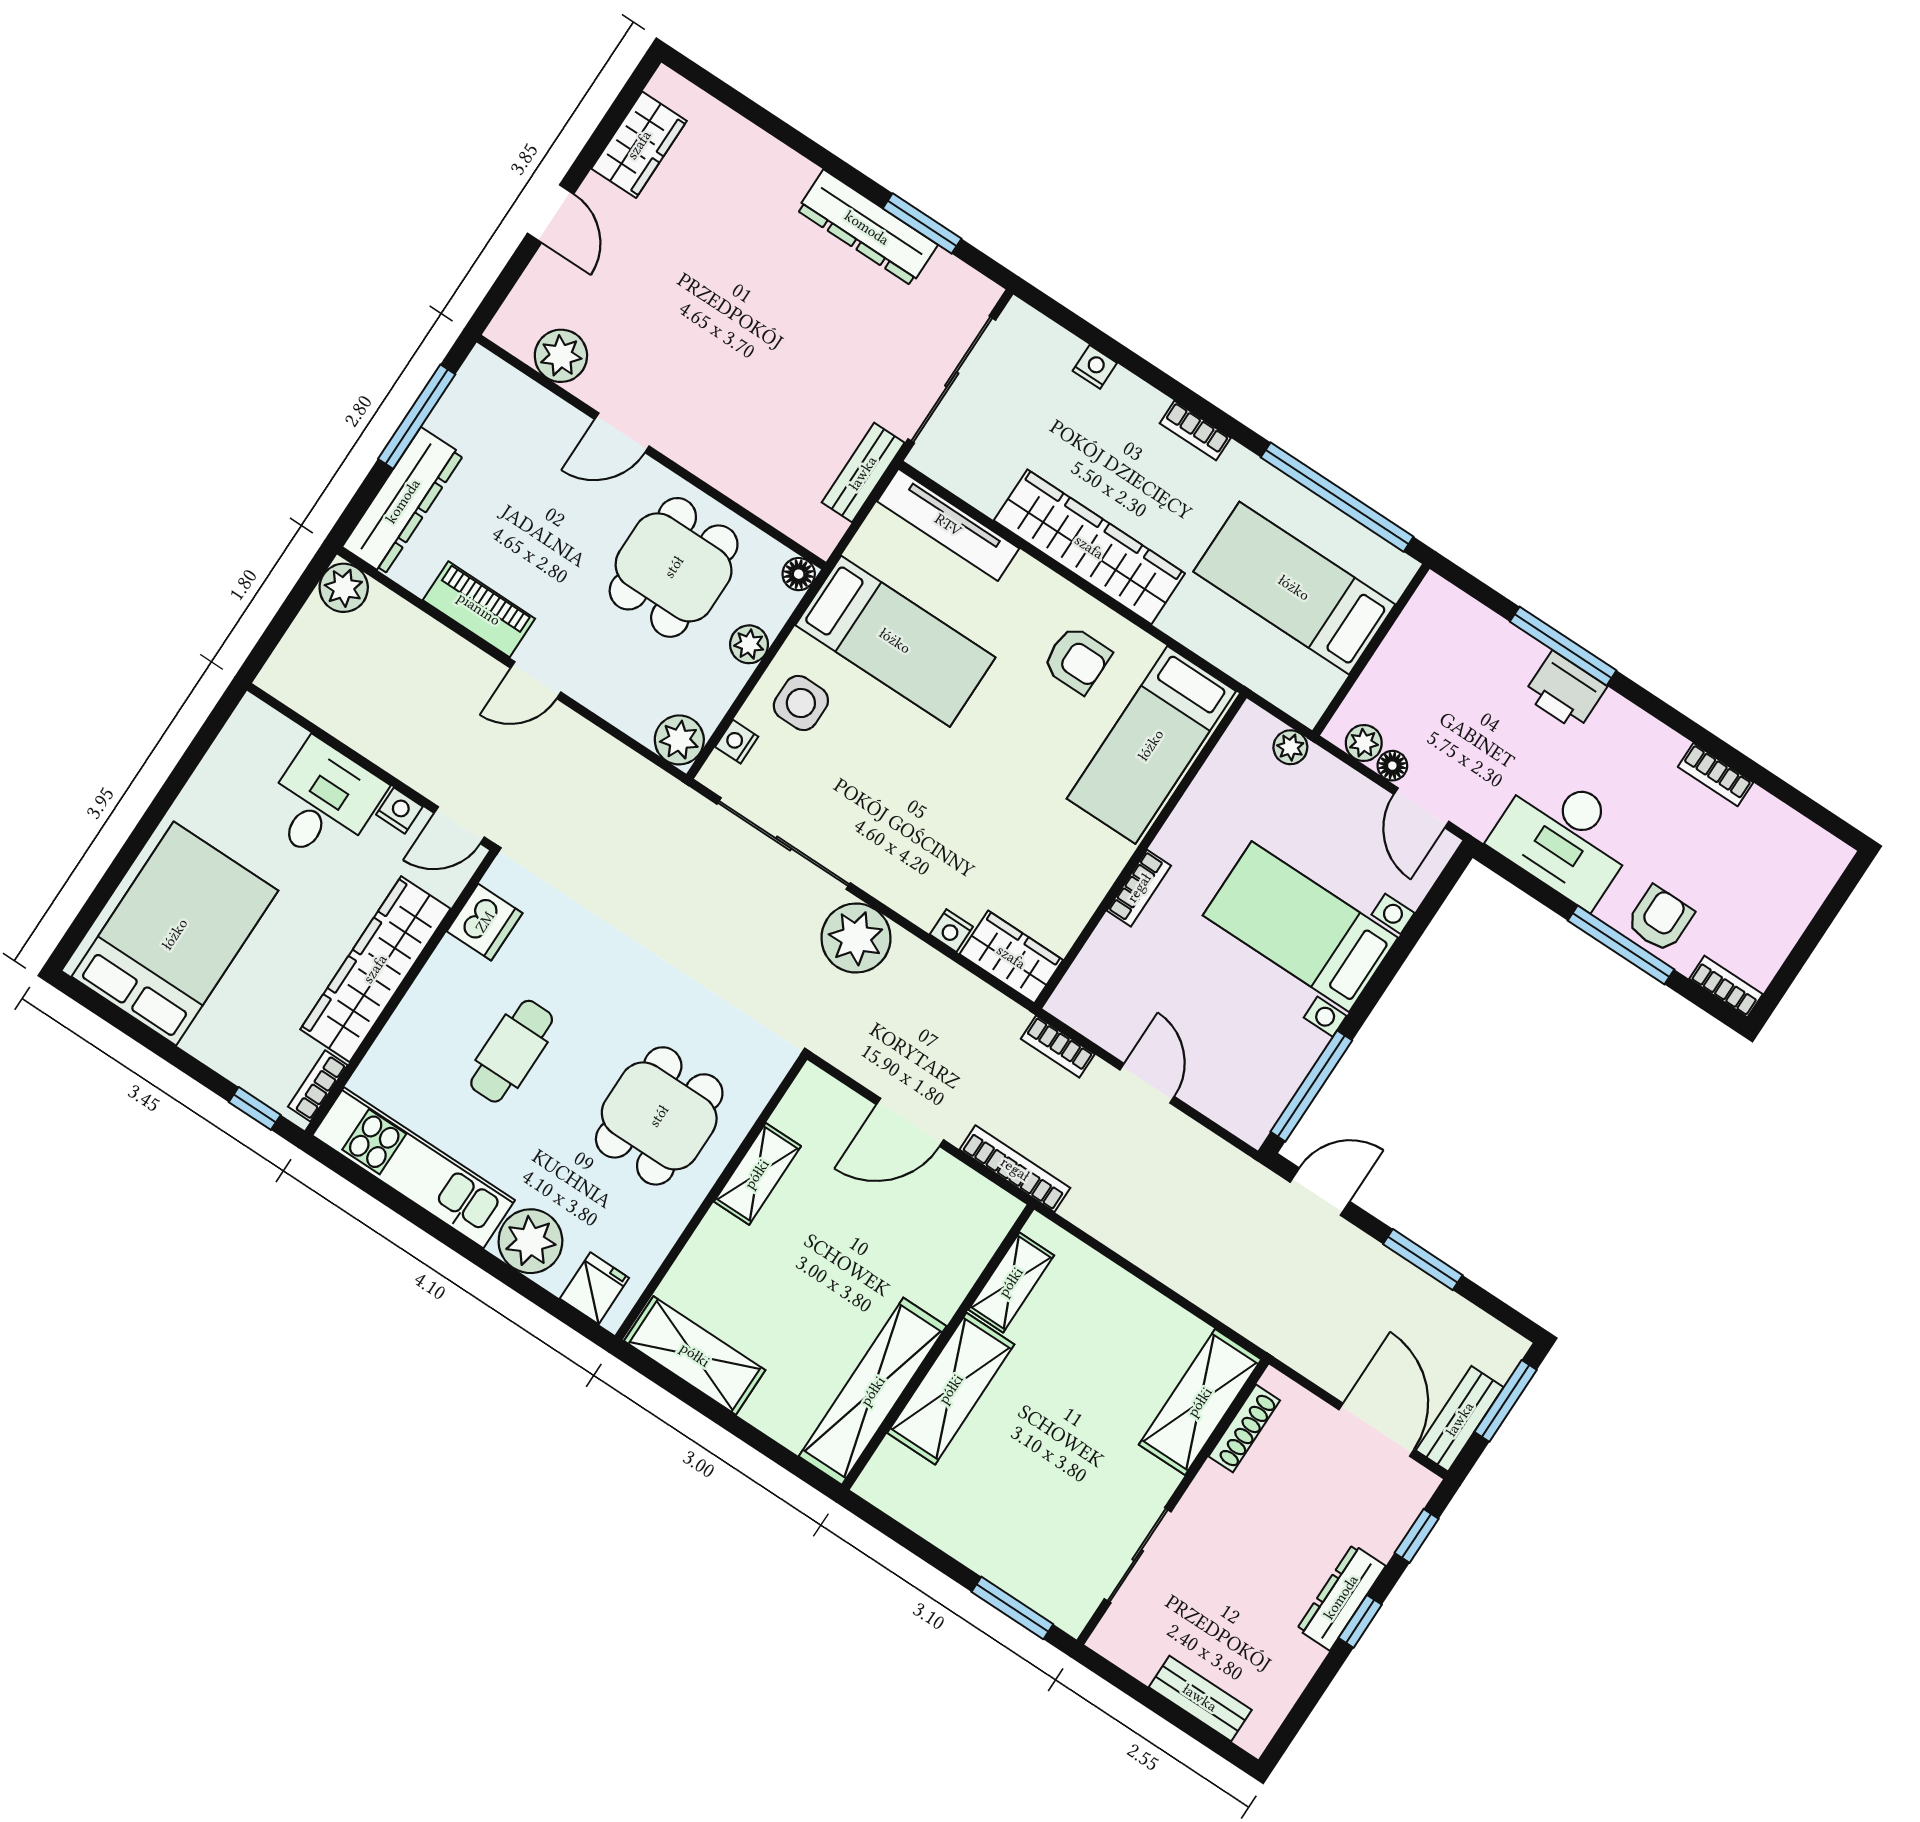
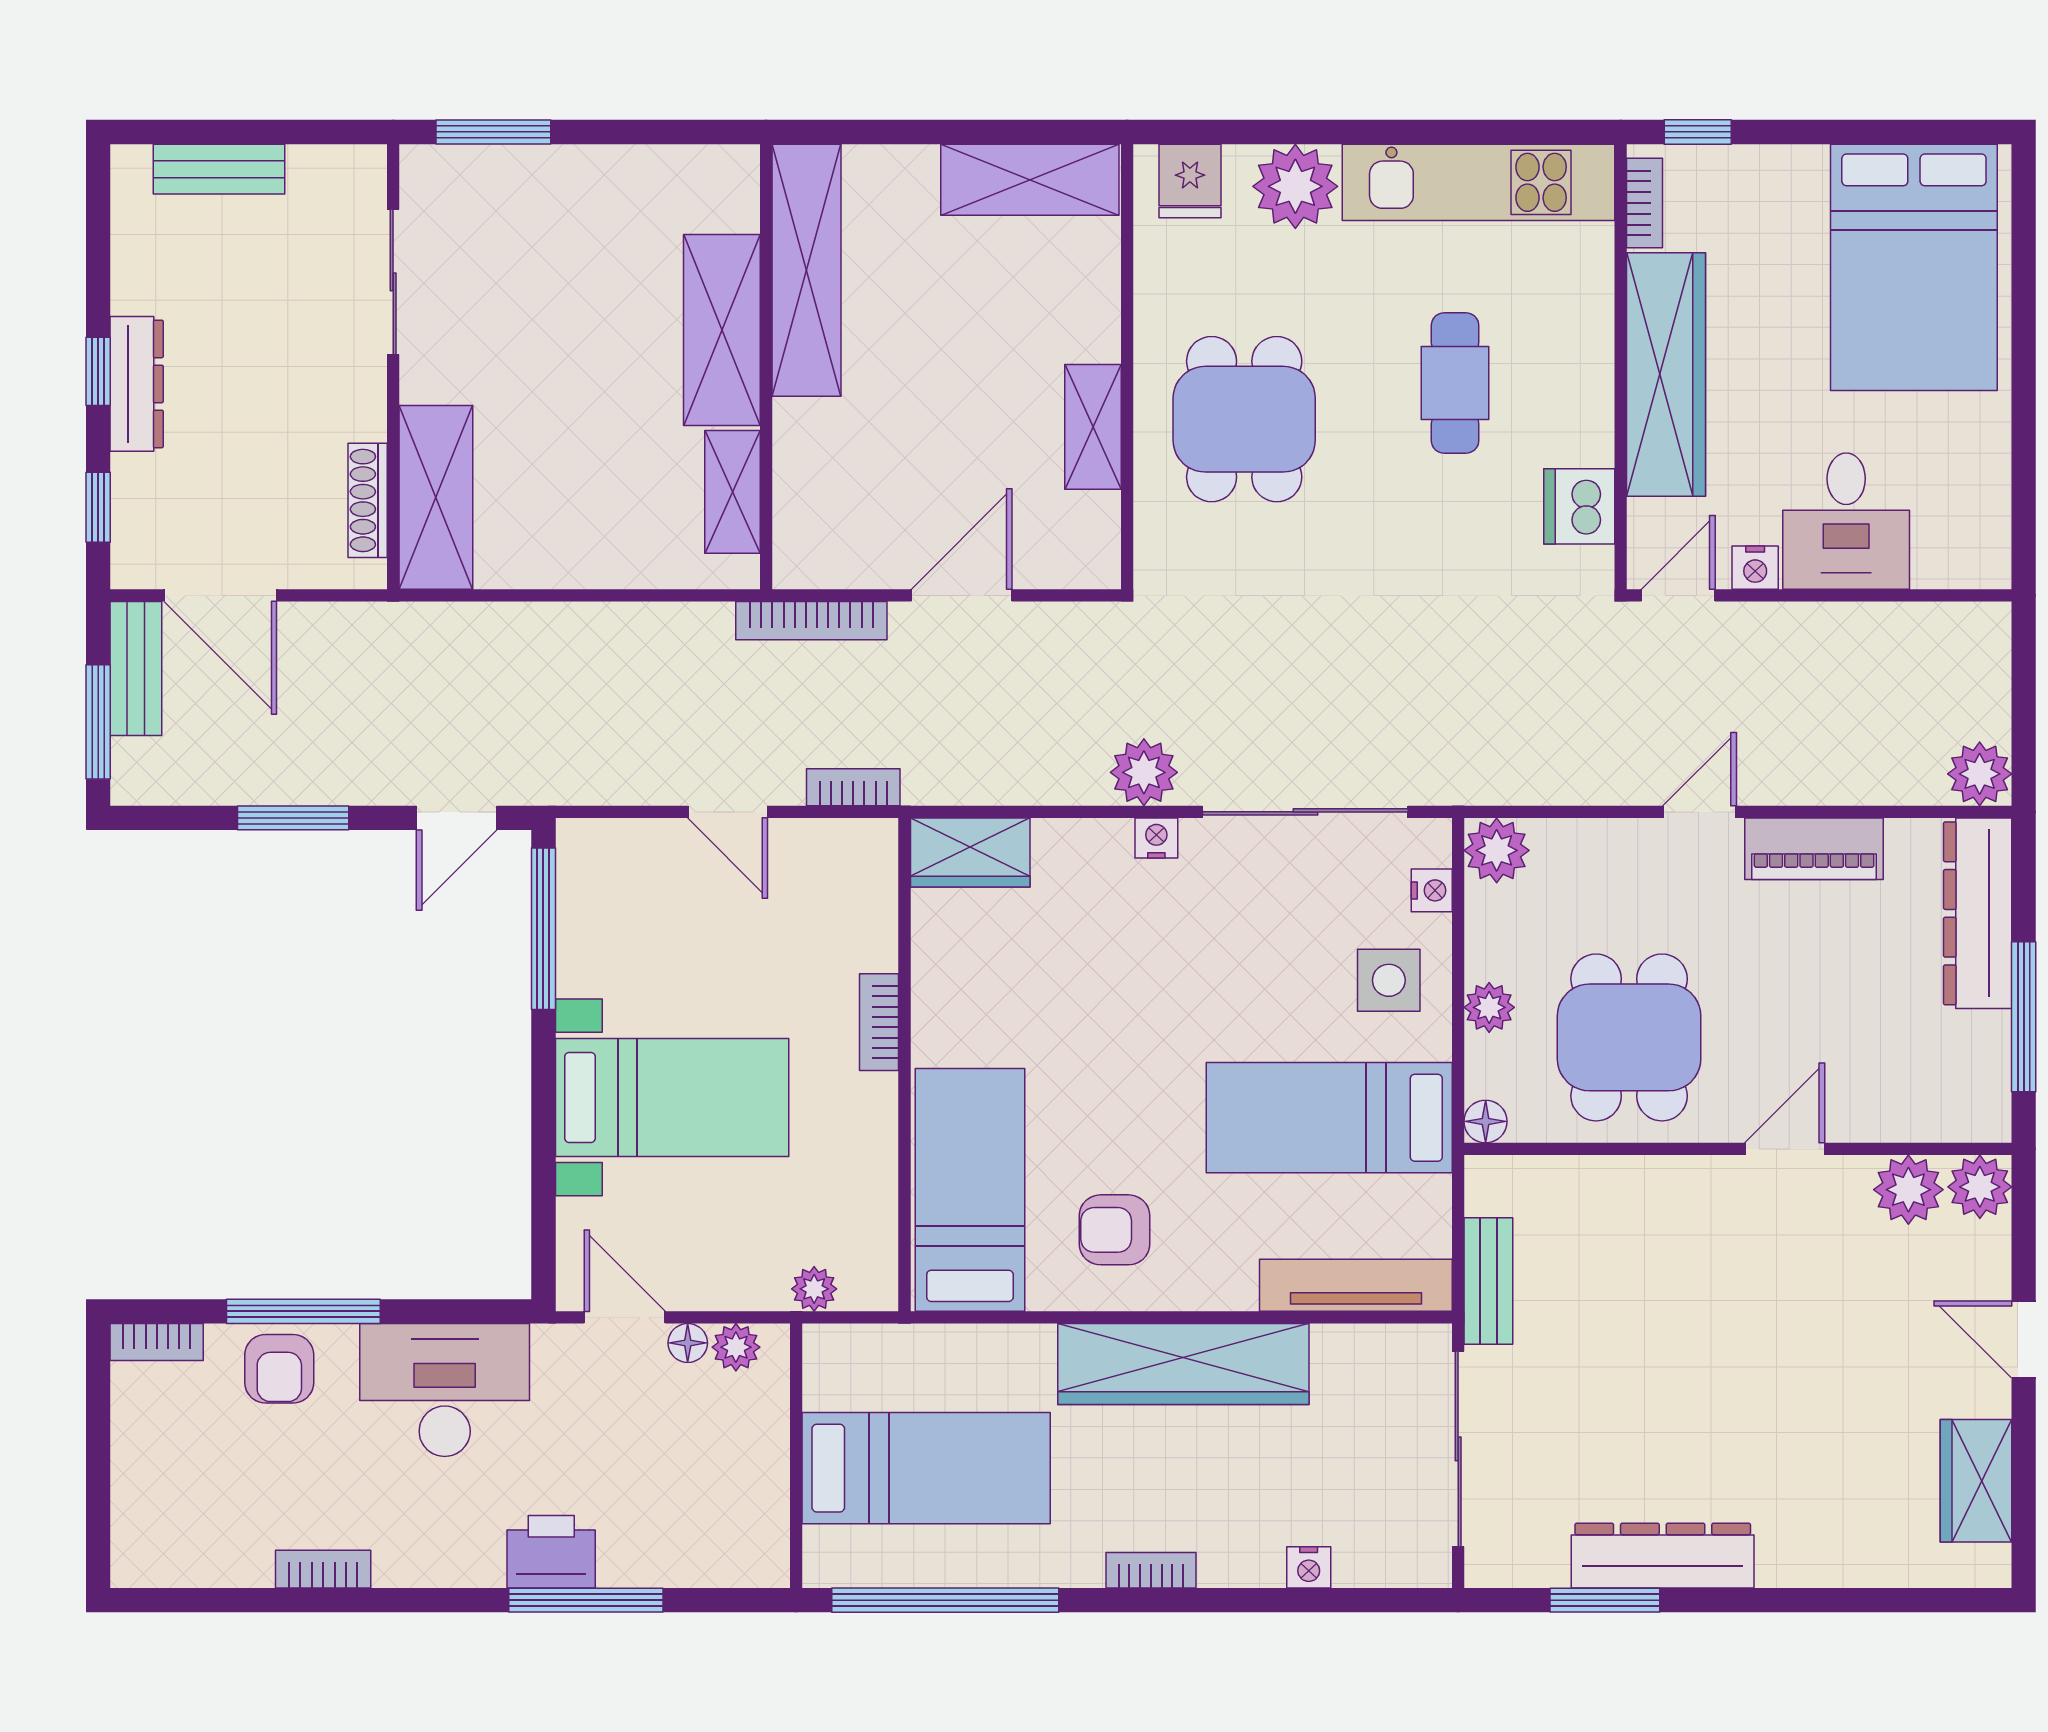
plant: (515, 328) -> (1980, 1187), added
nightstand: (951, 931) -> (1156, 838), moved
plant: (856, 938) -> (1144, 772), width x0.73, depth x0.73

